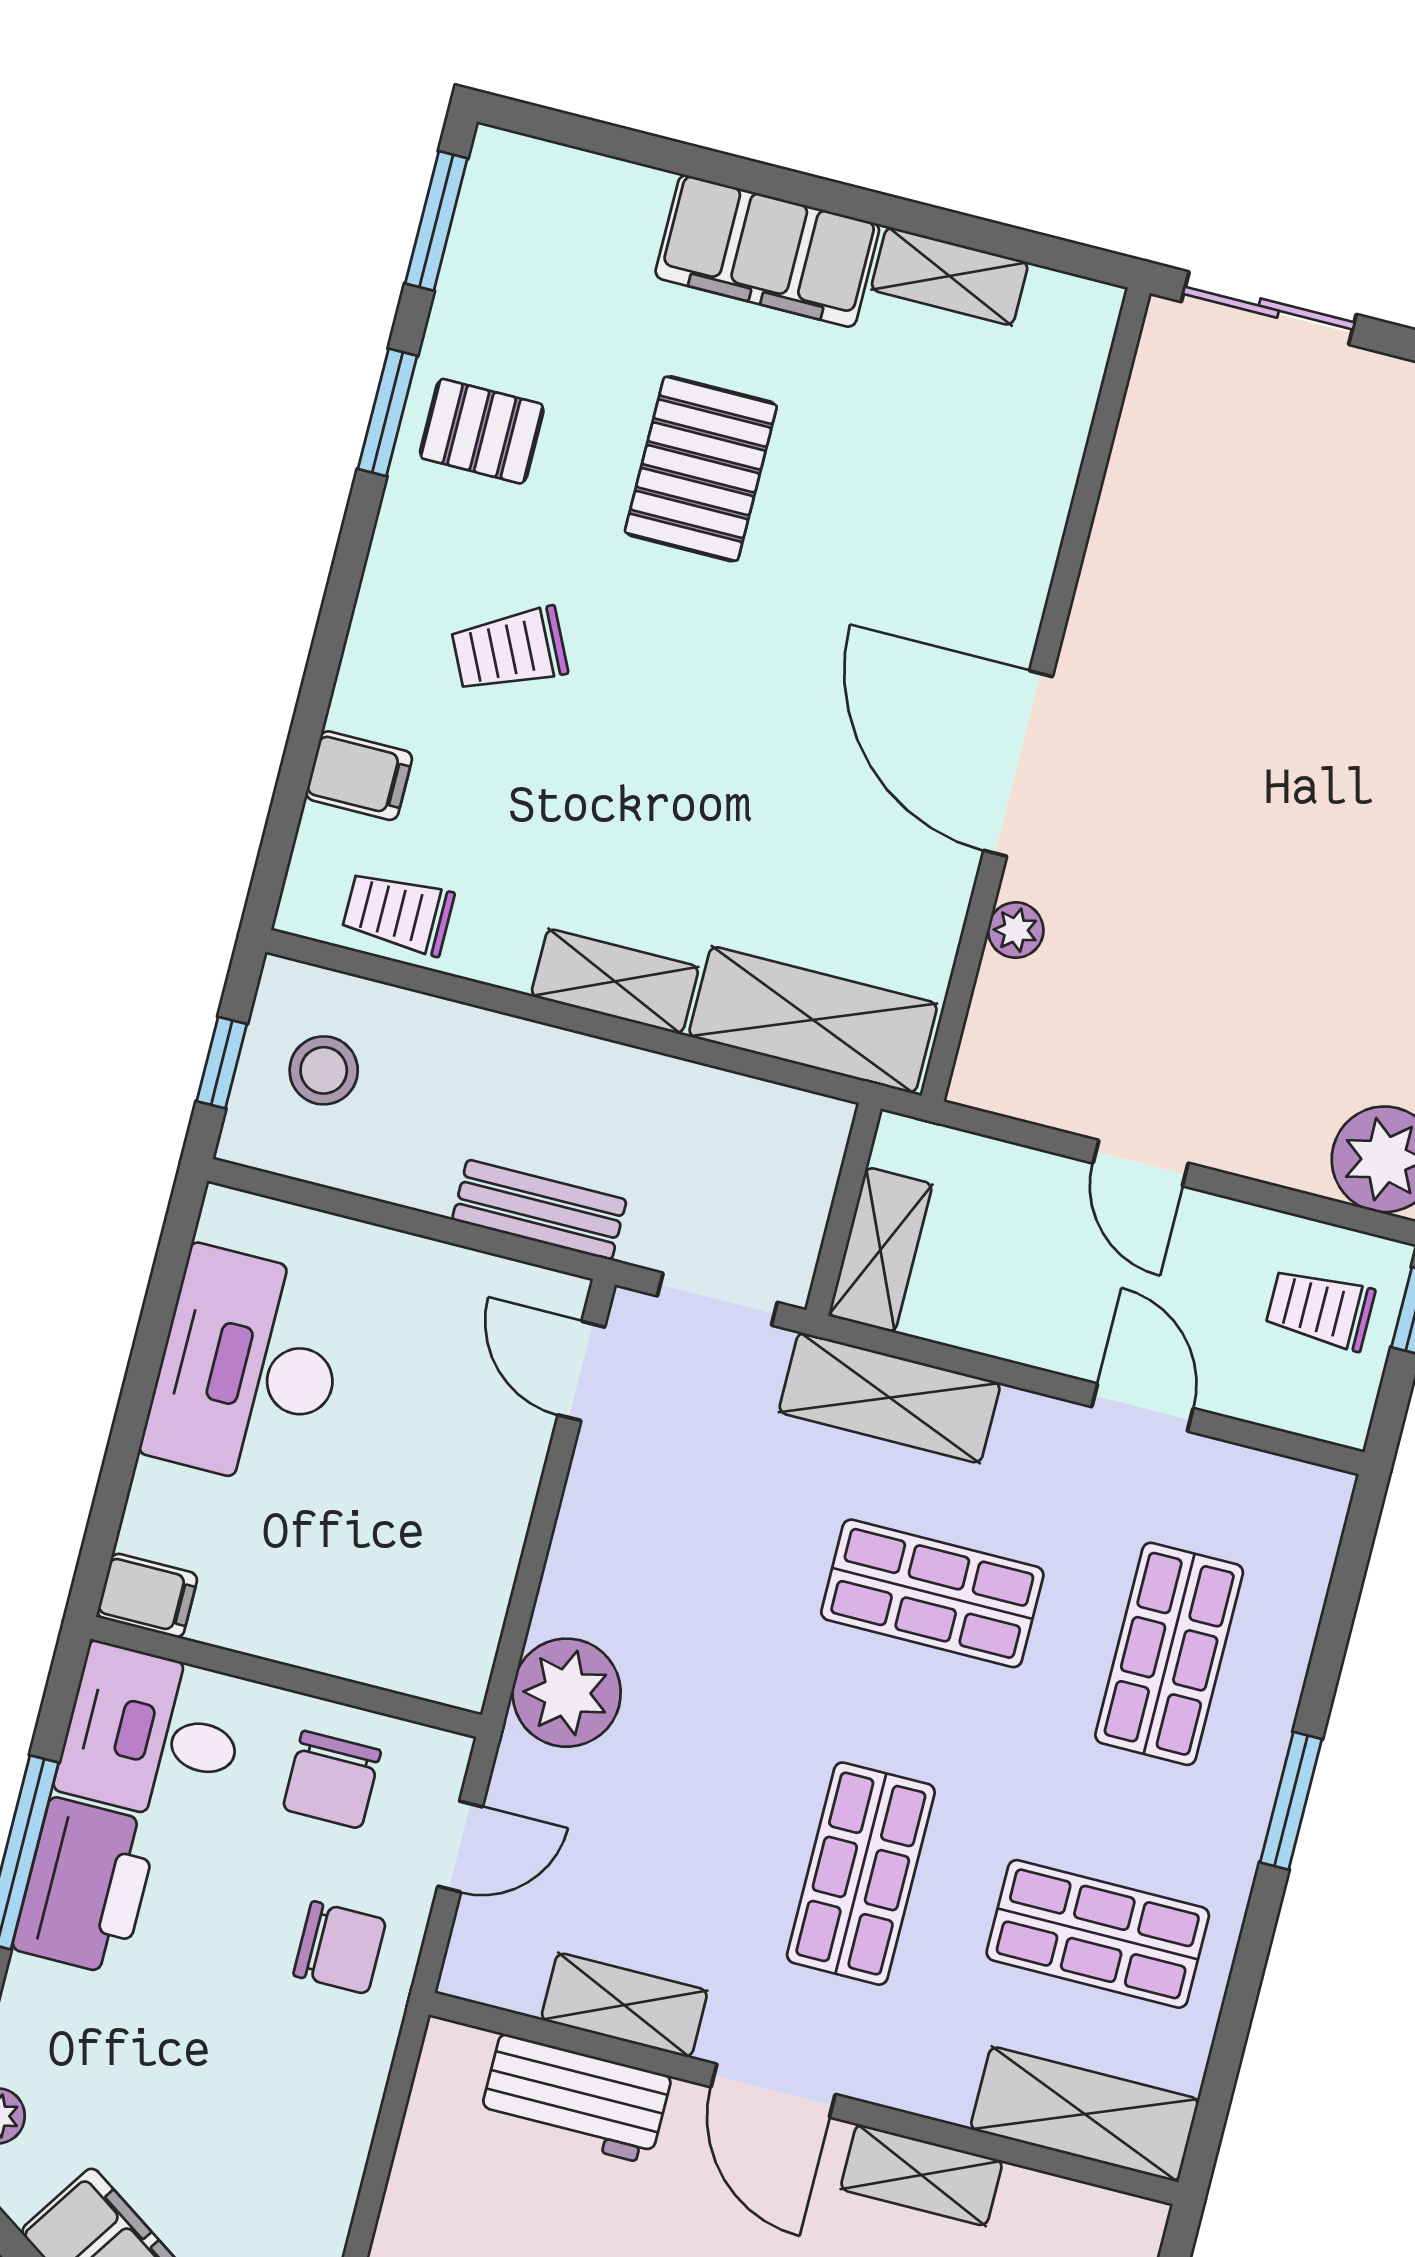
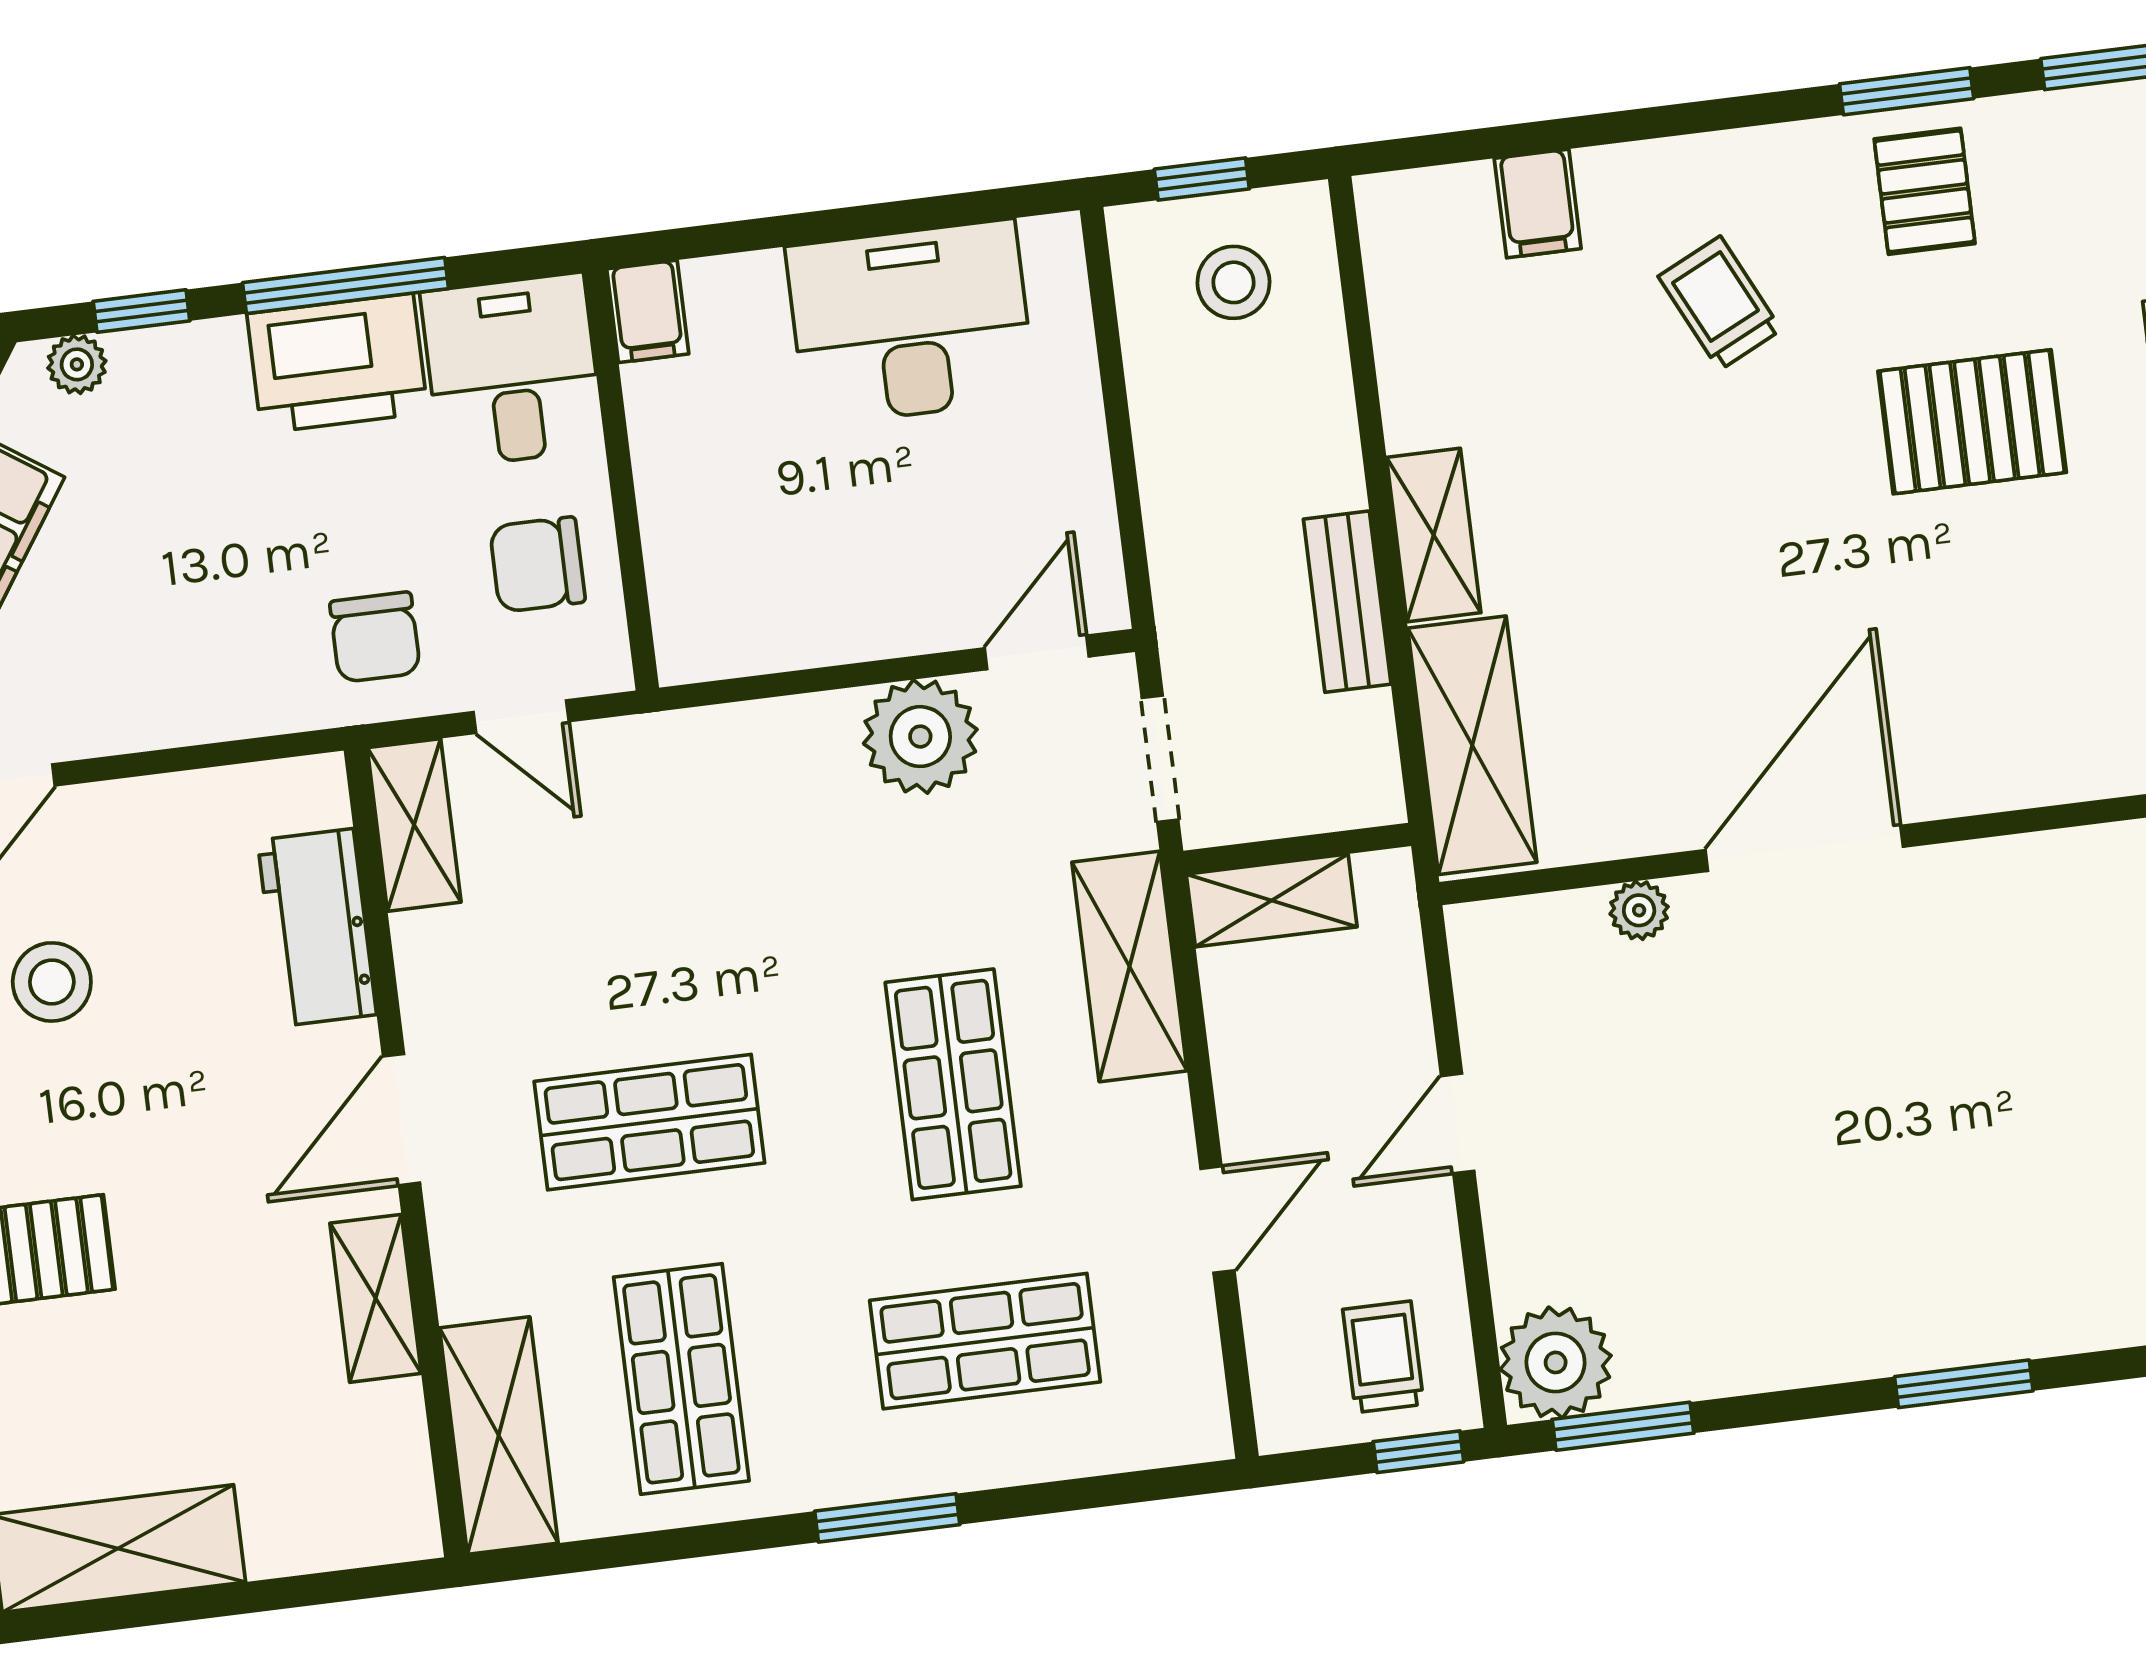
trolley: (398, 913) -> (1418, 295), removed
bench: (539, 1210) -> (1347, 602), moved
plant: (567, 1693) -> (920, 737), moved
shelving: (624, 2005) -> (414, 825), moved

